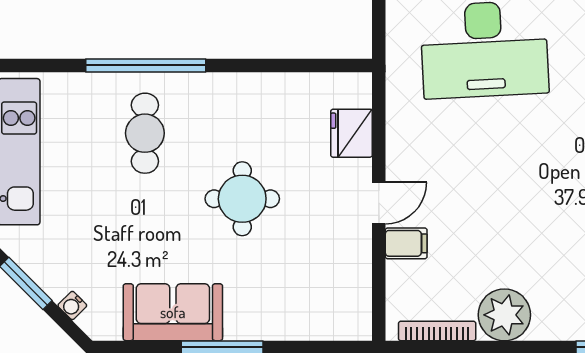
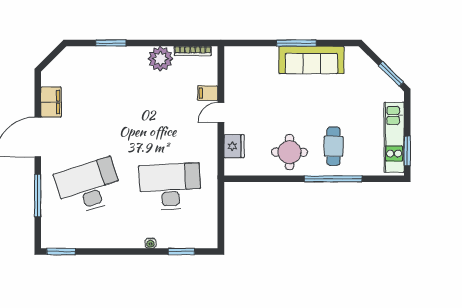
round table: (242, 199) -> (290, 152), moved
water cooler: (72, 305) -> (368, 63), removed
sofa: (173, 312) -> (311, 60), width x1.36

